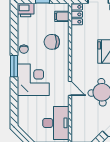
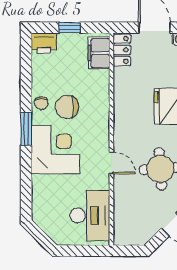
filing cabinet: (62, 16) -> (99, 53), width x2.00
chair: (52, 42) -> (67, 107), moved

